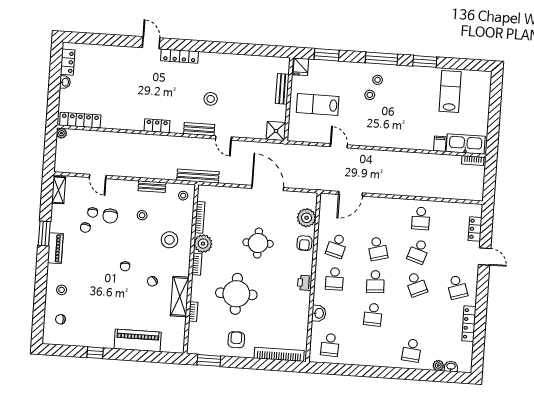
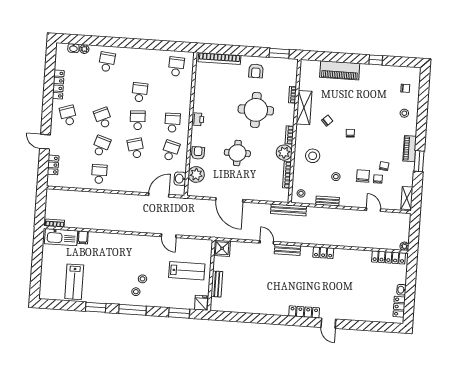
stool: (211, 99) -> (278, 275), removed
washbasin: (319, 313) -> (180, 179), moved

